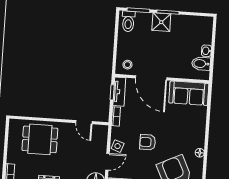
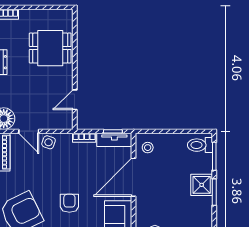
dining table: (40, 139) -> (50, 48), turned 90
armchair: (148, 142) -> (69, 203), moved

